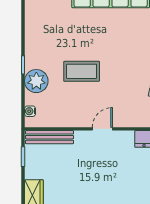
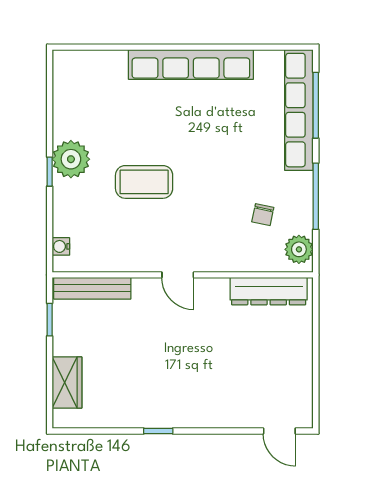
plant: (36, 81) -> (71, 159), moved
door: (102, 129) -> (178, 275), swing flipped

